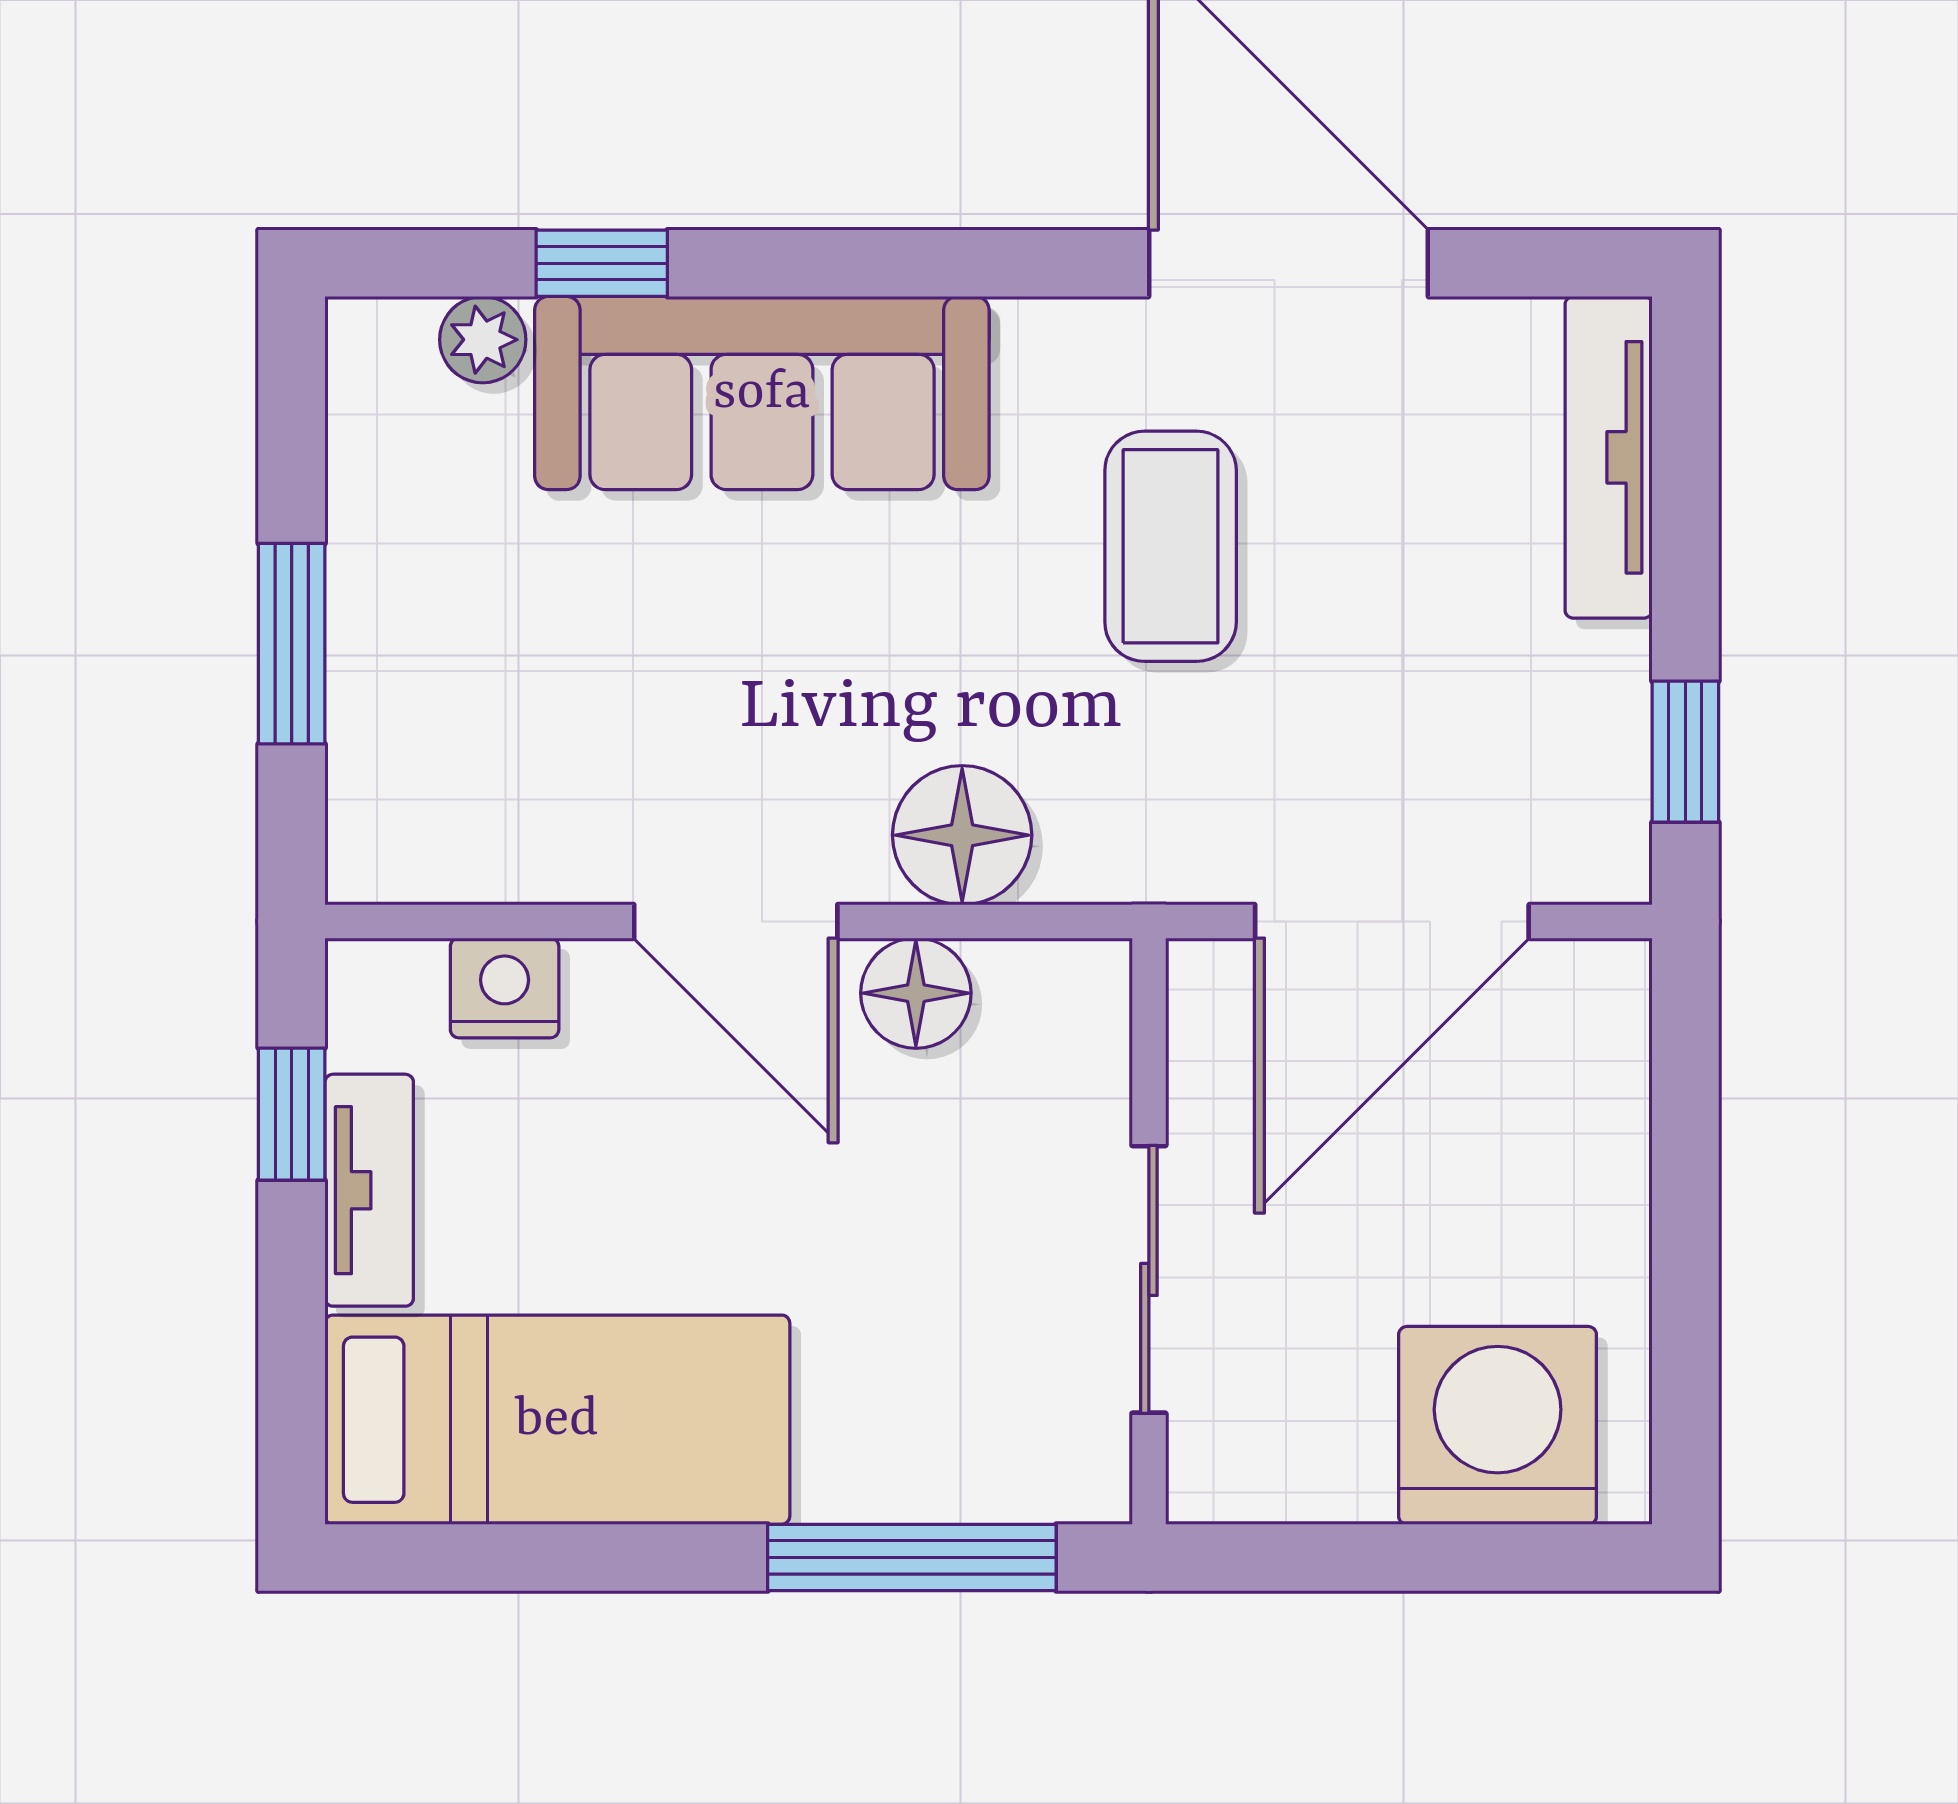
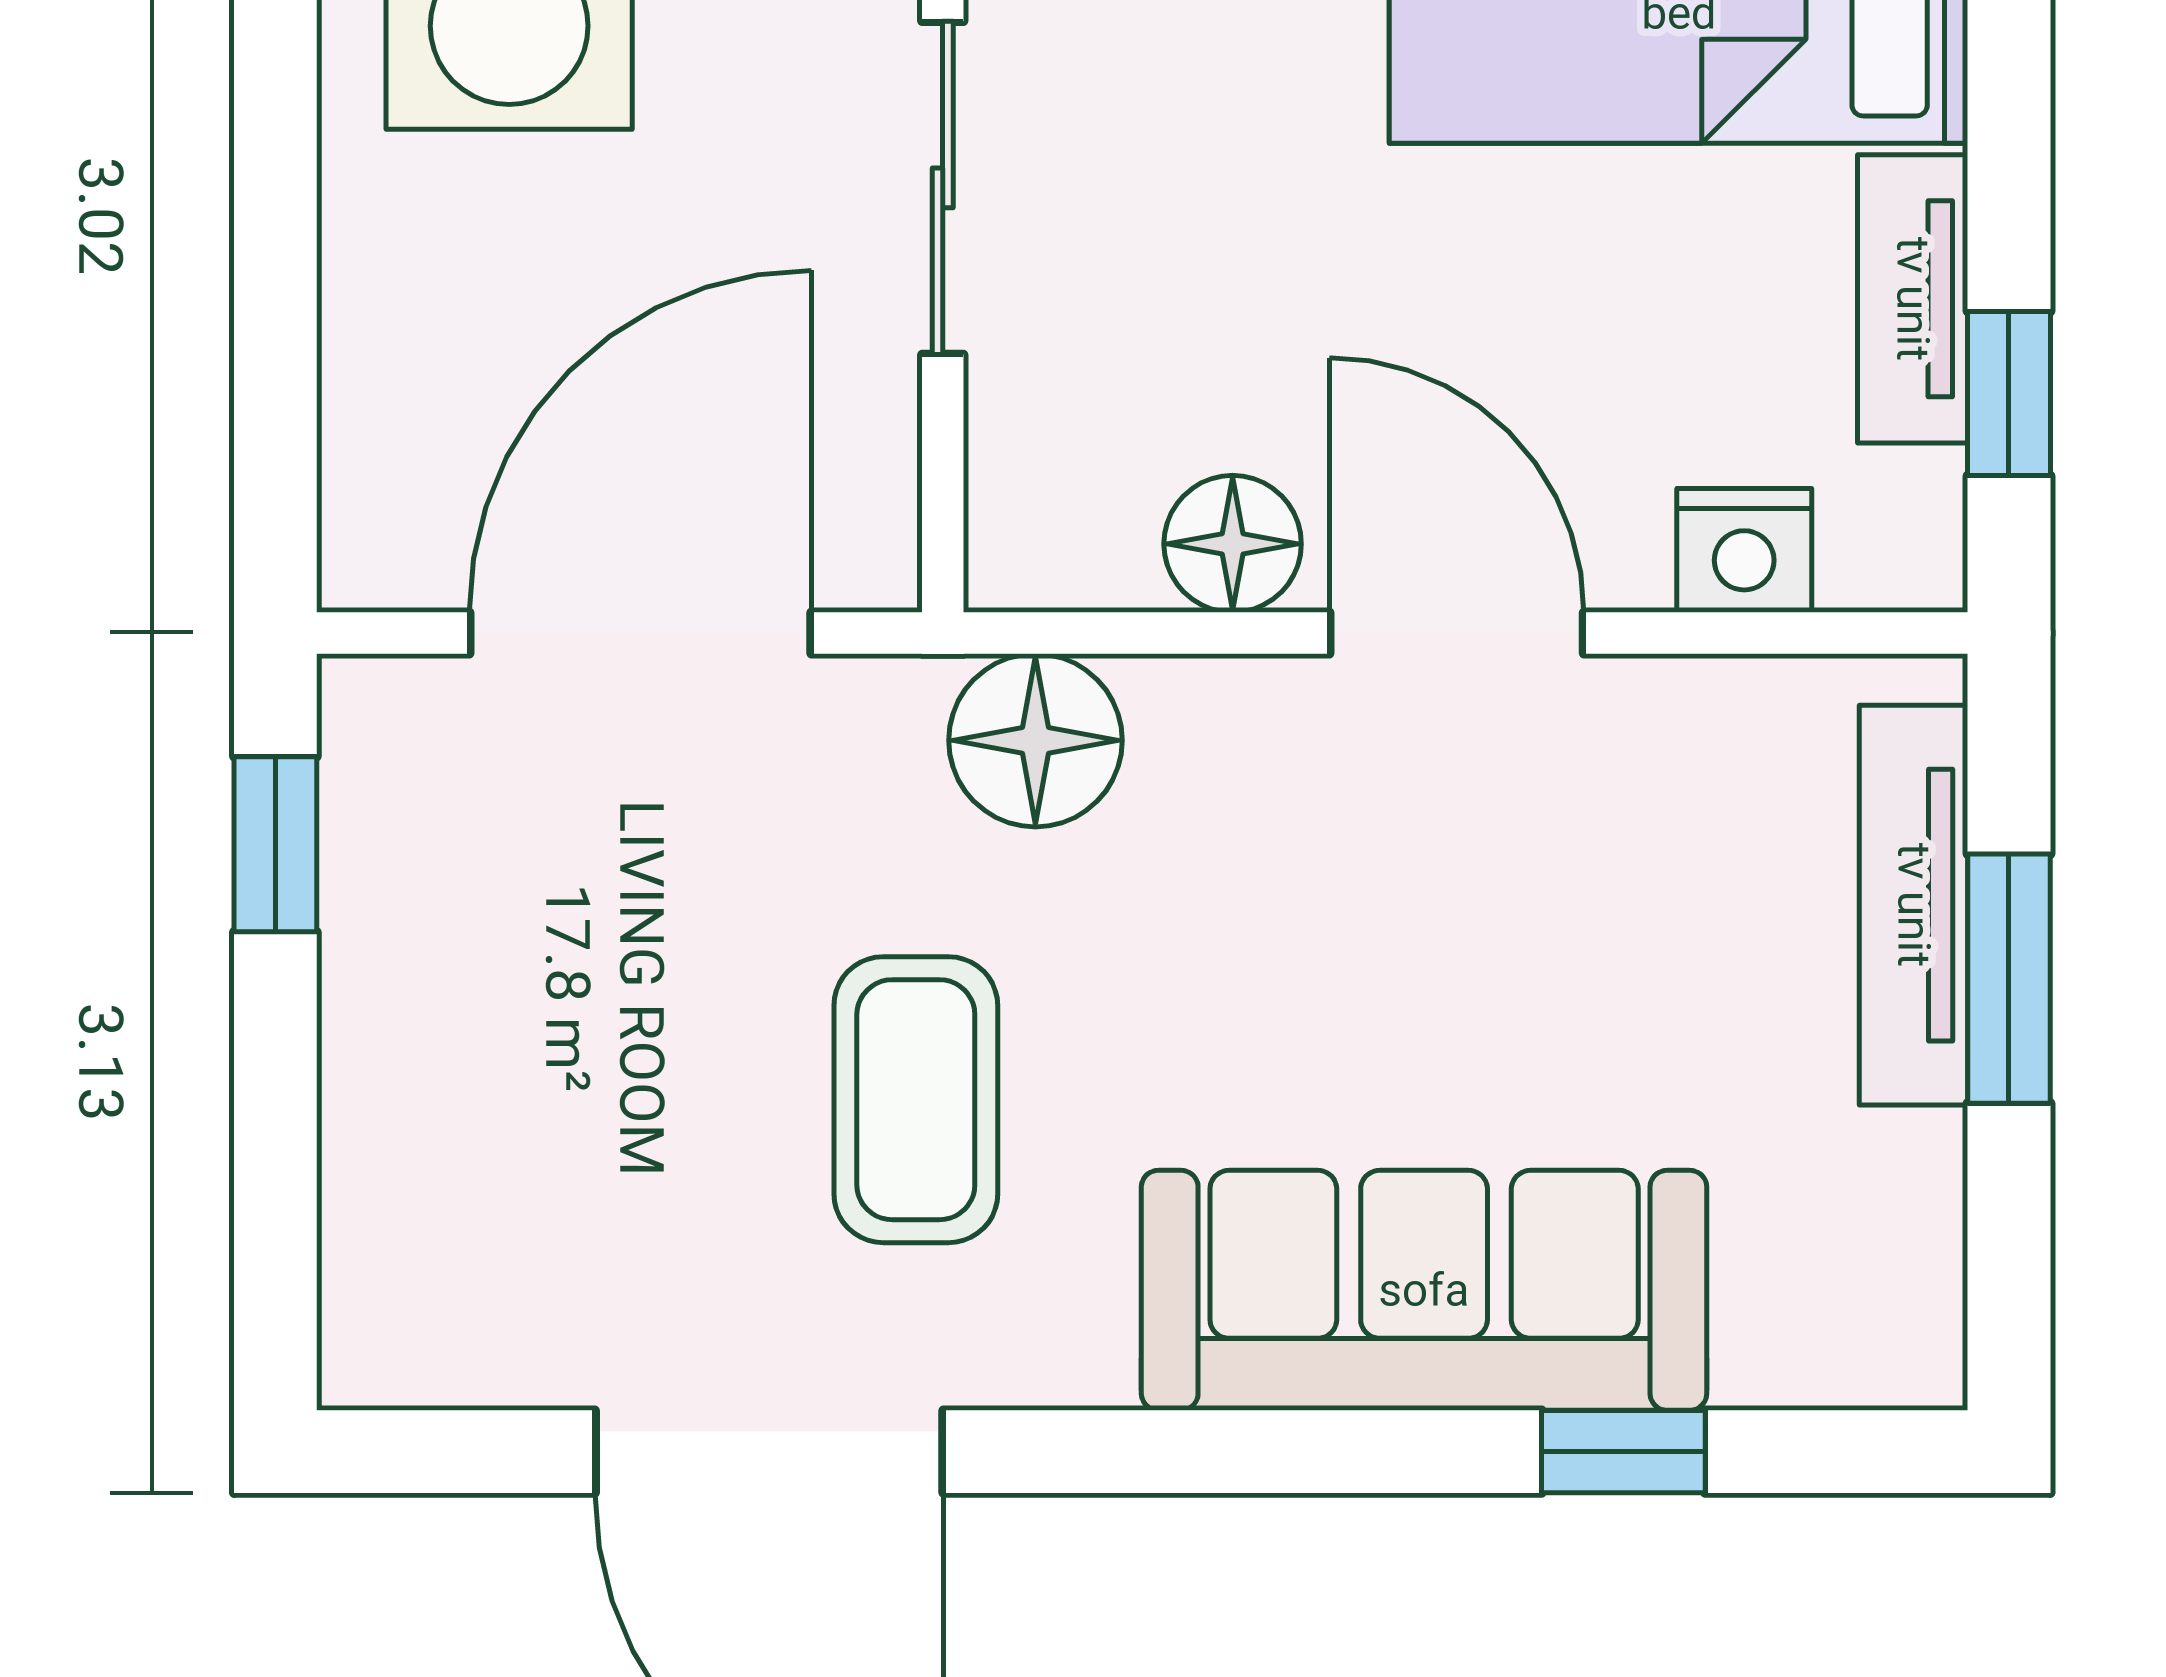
plant: (483, 340) -> (1771, 1357), removed
tv unit: (1609, 457) -> (1914, 905), moved, turned 180
floor lamp: (962, 835) -> (1035, 740), moved

